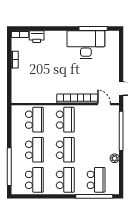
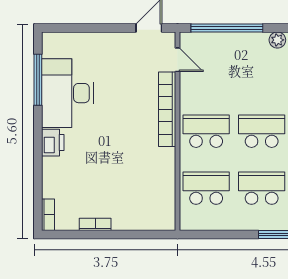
printer: (37, 37) -> (53, 143), moved
door: (104, 104) -> (177, 60), swing flipped

